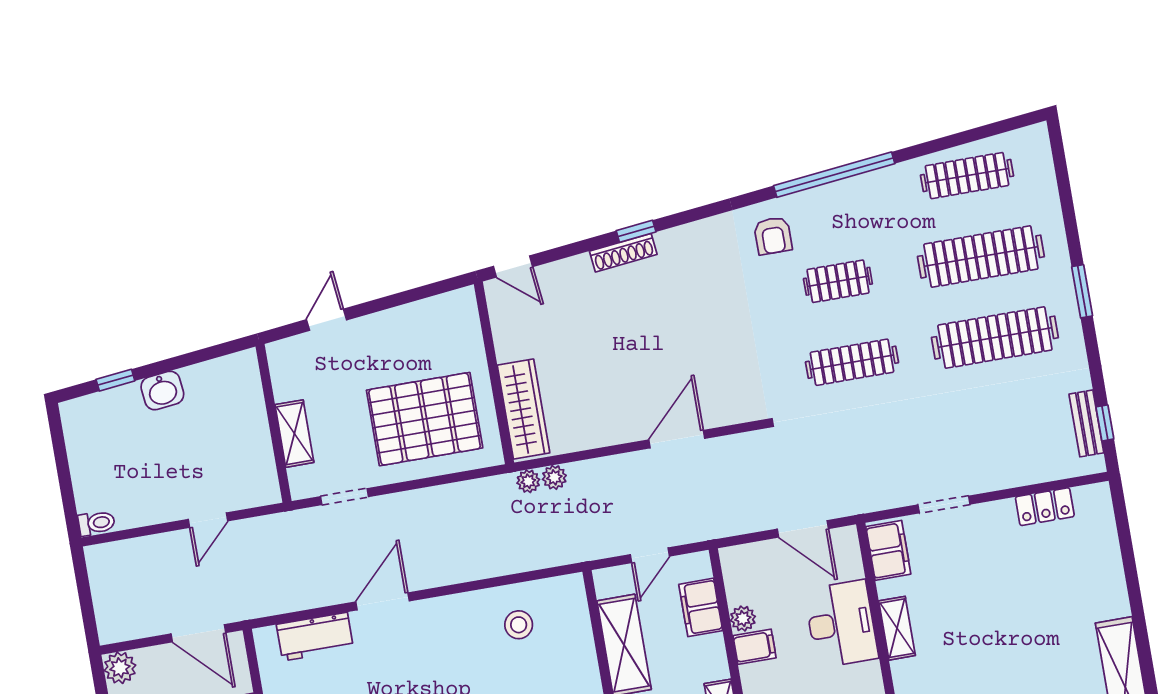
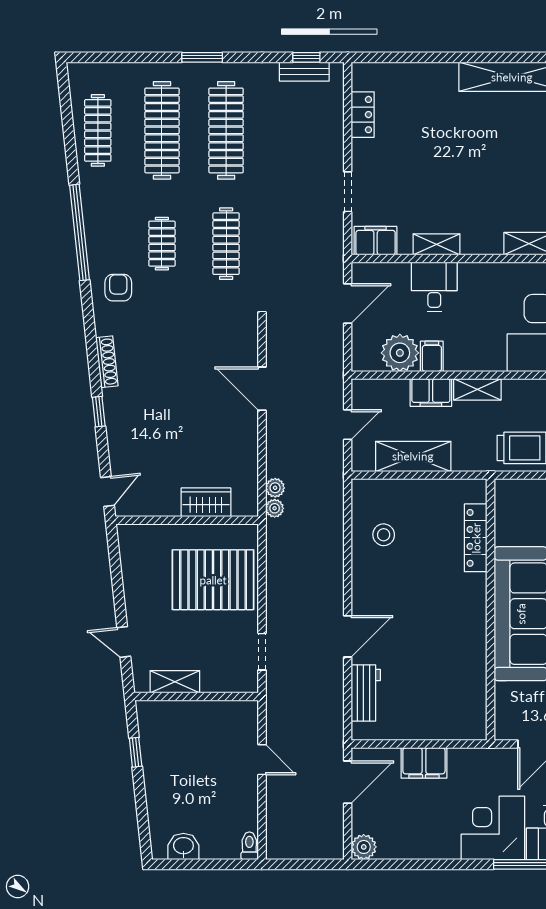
window: (636, 231) -> (99, 412), moved
armchair: (773, 236) -> (118, 288), turned -90
shoe rack: (623, 253) -> (107, 362), moved
window: (115, 380) -> (136, 752), moved
washbasin: (162, 390) -> (183, 846), moved, turned -84
wardrobe: (524, 409) -> (206, 502), width x0.67
pallet: (425, 419) -> (213, 580), turned 90
shelving: (294, 434) -> (175, 682), moved
door: (650, 555) -> (348, 425), hinge flipped
door: (383, 601) -> (348, 636), swing flipped
filing cabinet: (701, 607) -> (431, 392), moved
plant: (743, 619) -> (400, 353), width x1.88, depth x1.88
desk: (841, 624) -> (434, 287), width x0.73

